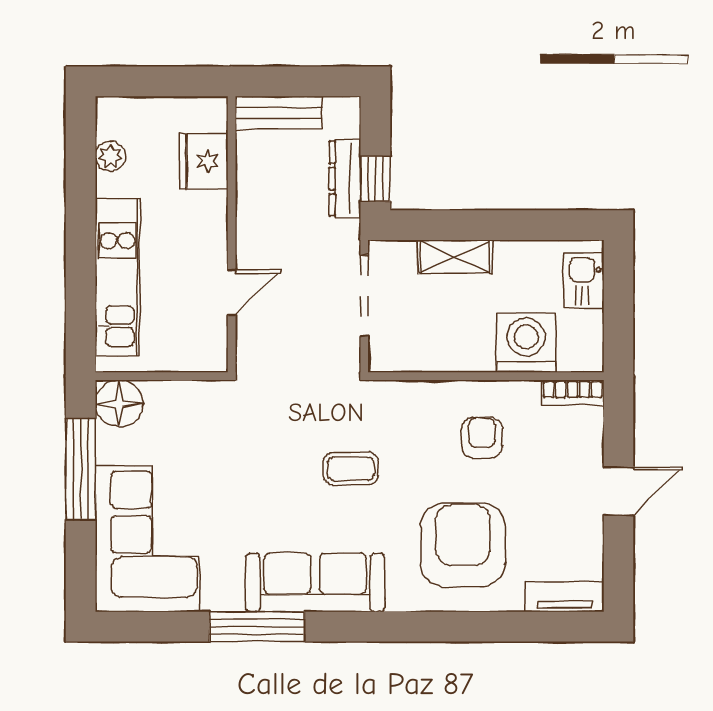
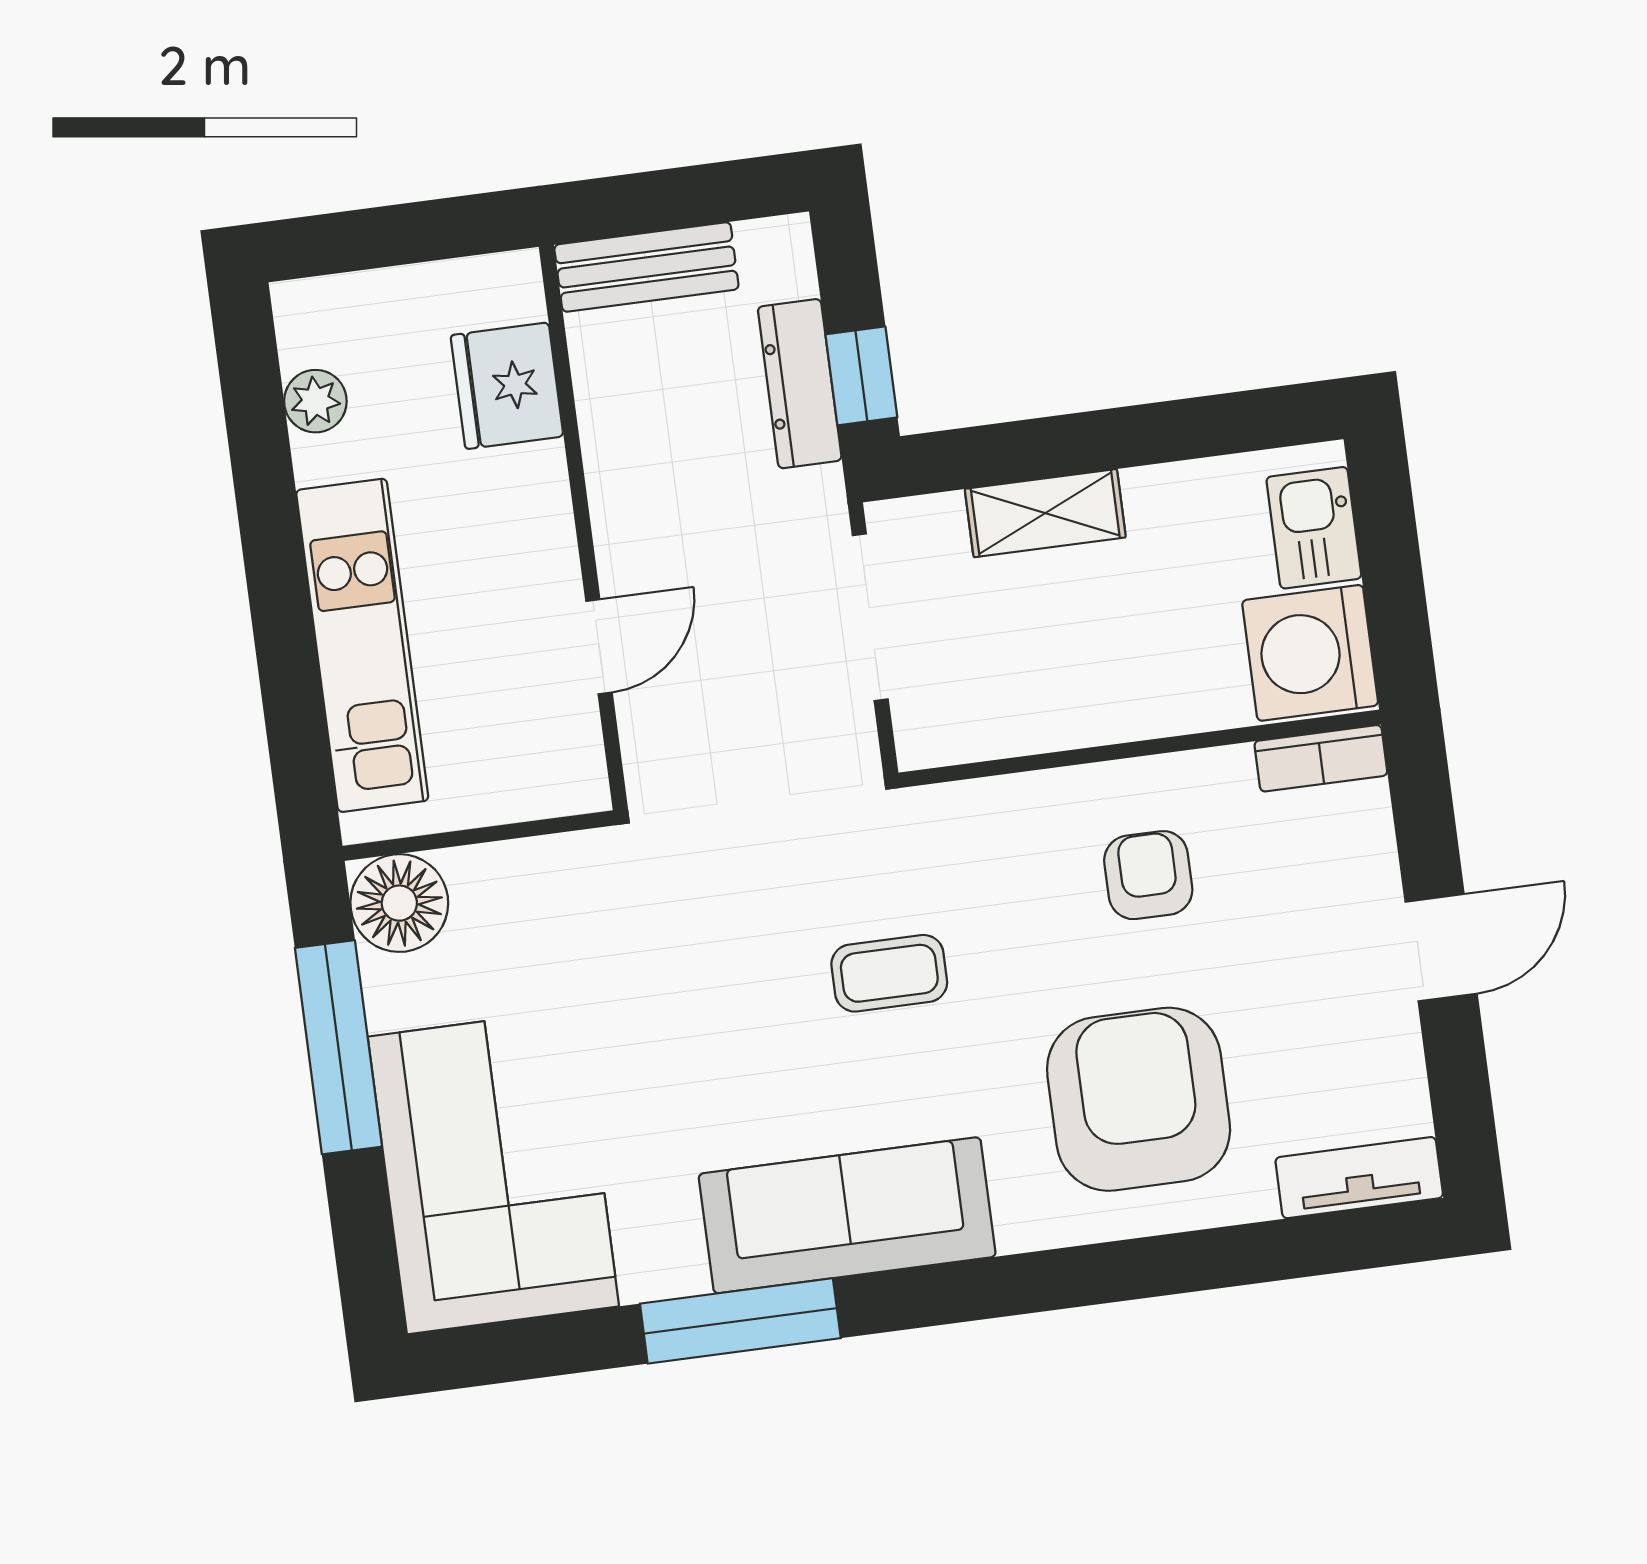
washing machine: (526, 343) -> (1310, 653), moved, turned -90

